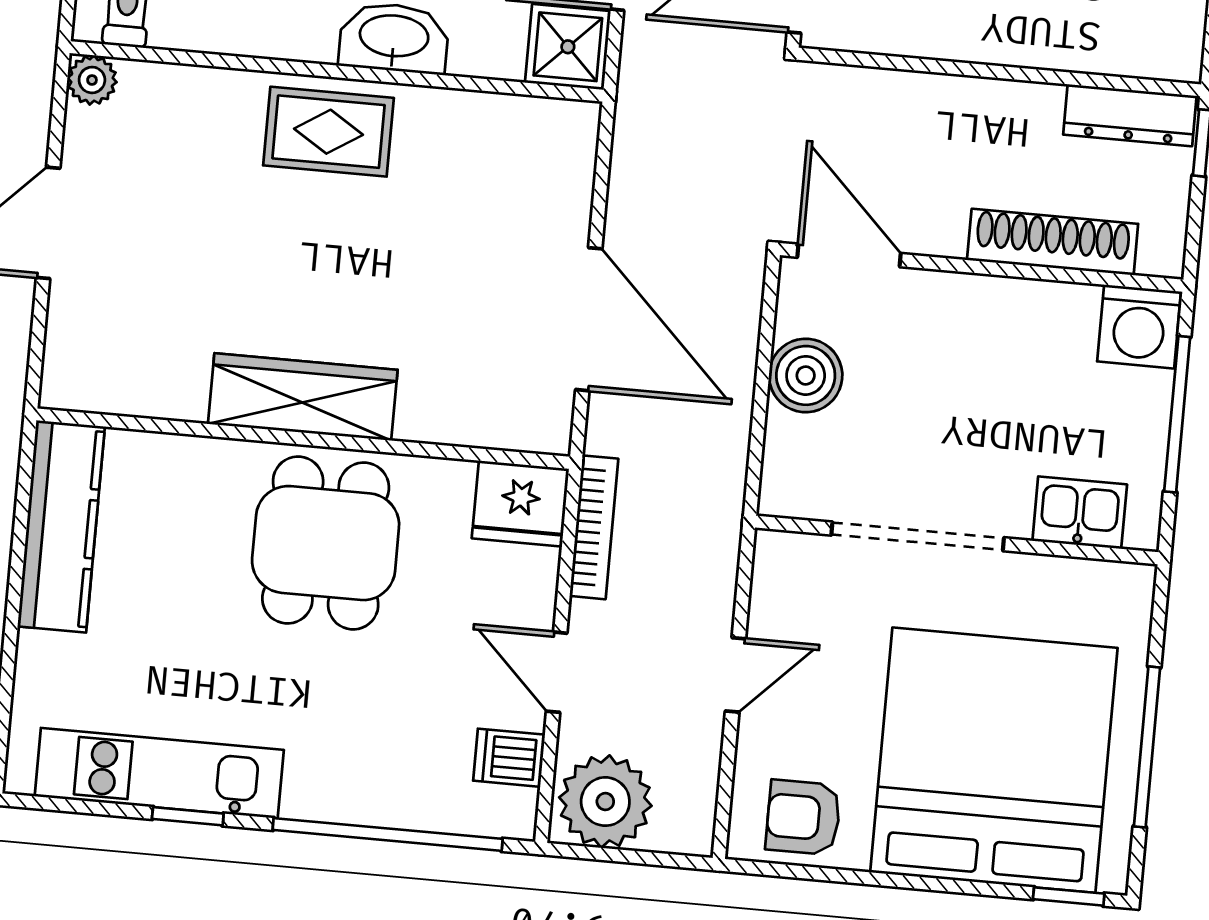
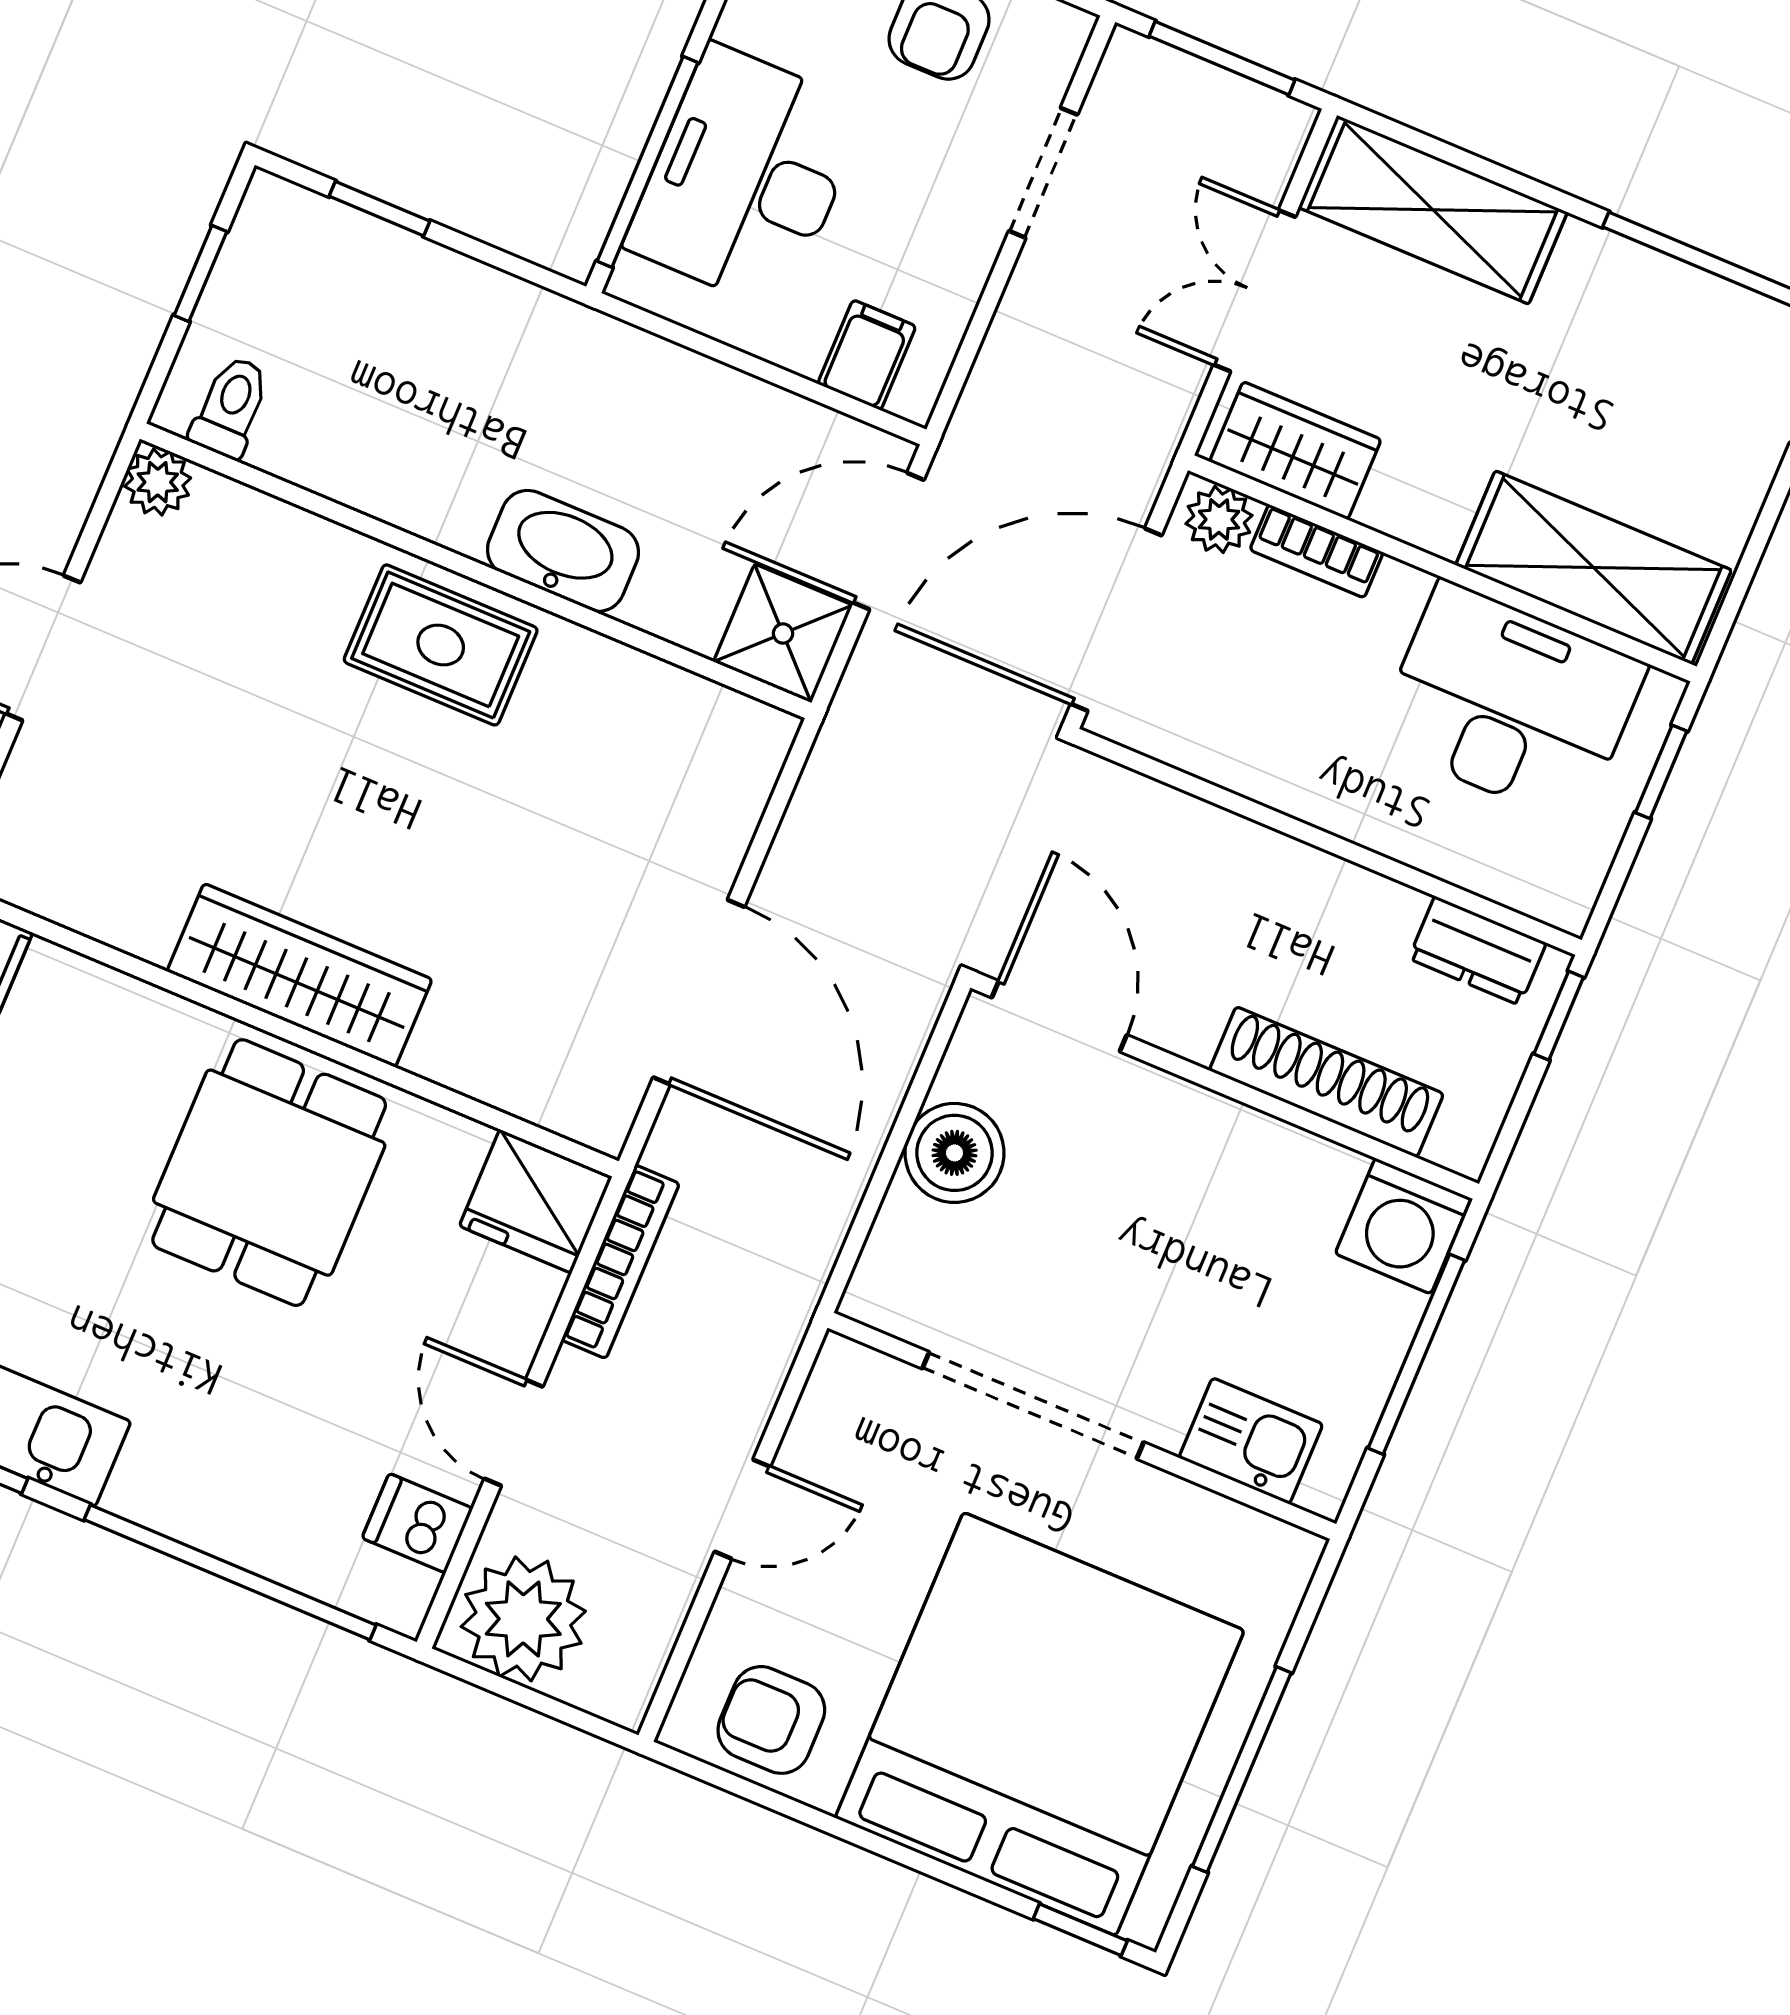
dresser: (1130, 115) -> (1477, 951), width x0.70

